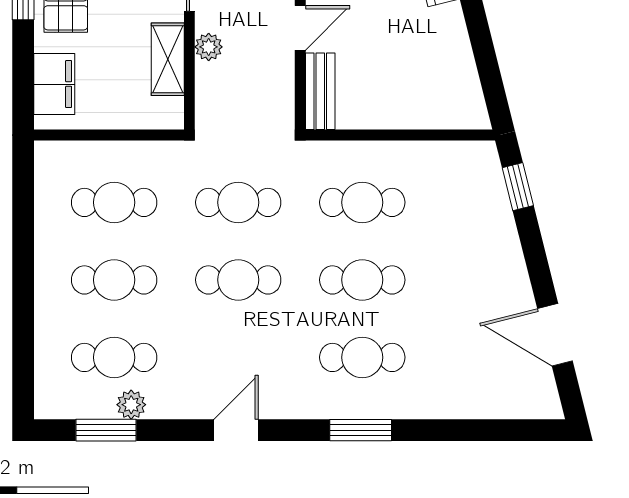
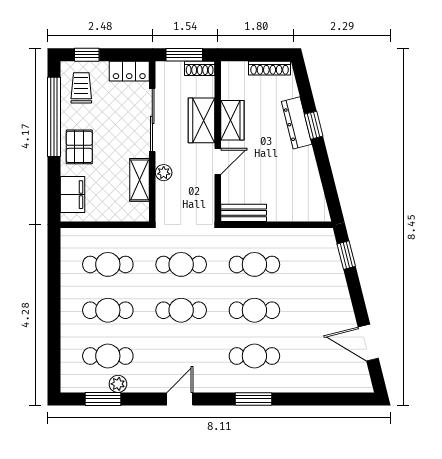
bench: (320, 91) -> (244, 213), moved, turned 90

